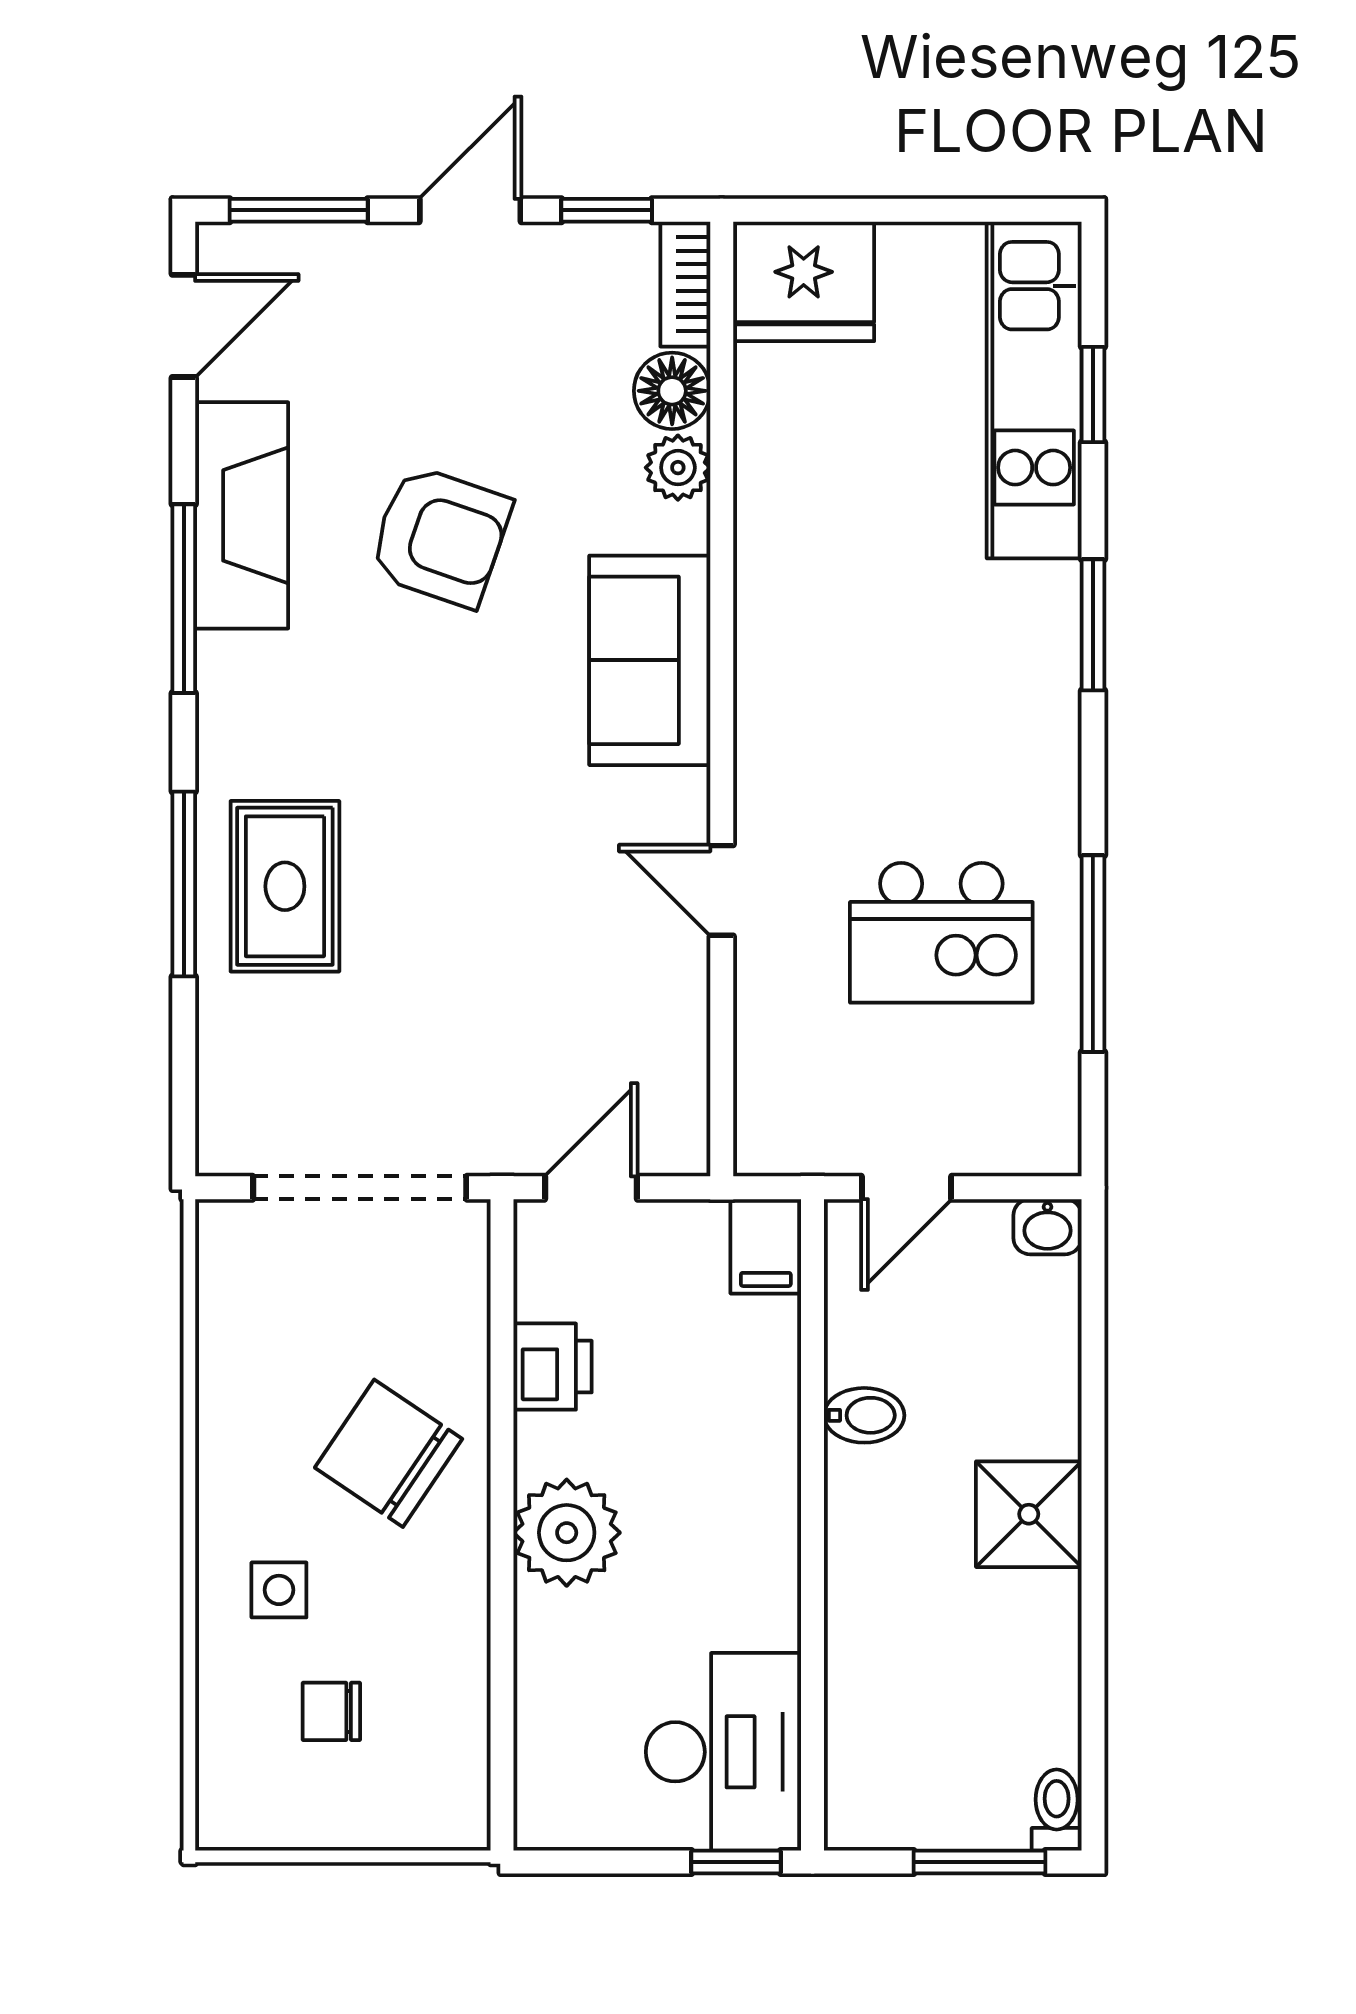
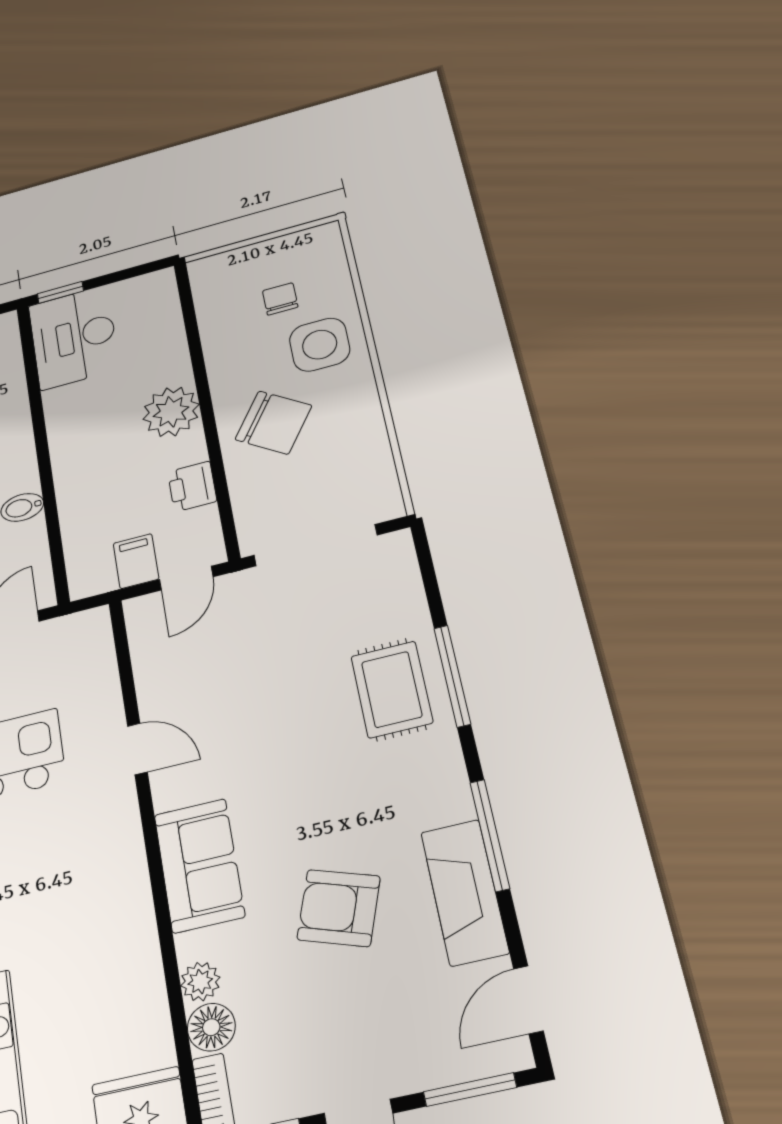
filing cabinet: (766, 1246) -> (136, 561), moved
side table: (279, 1590) -> (320, 345), width x1.87, depth x1.87
chair: (331, 1711) -> (280, 299), turned -90

